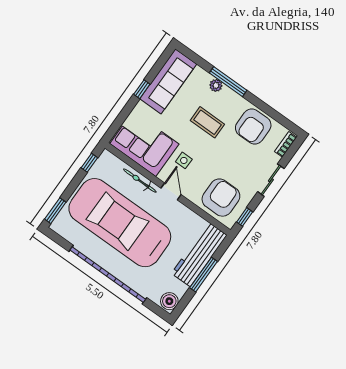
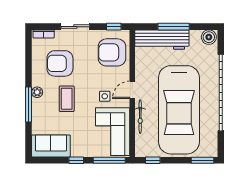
sofa: (168, 81) -> (51, 146), width x0.73
plant: (216, 85) -> (37, 92), moved
window: (119, 121) -> (109, 160), added
armchair: (253, 127) -> (60, 63), moved, turned 180

